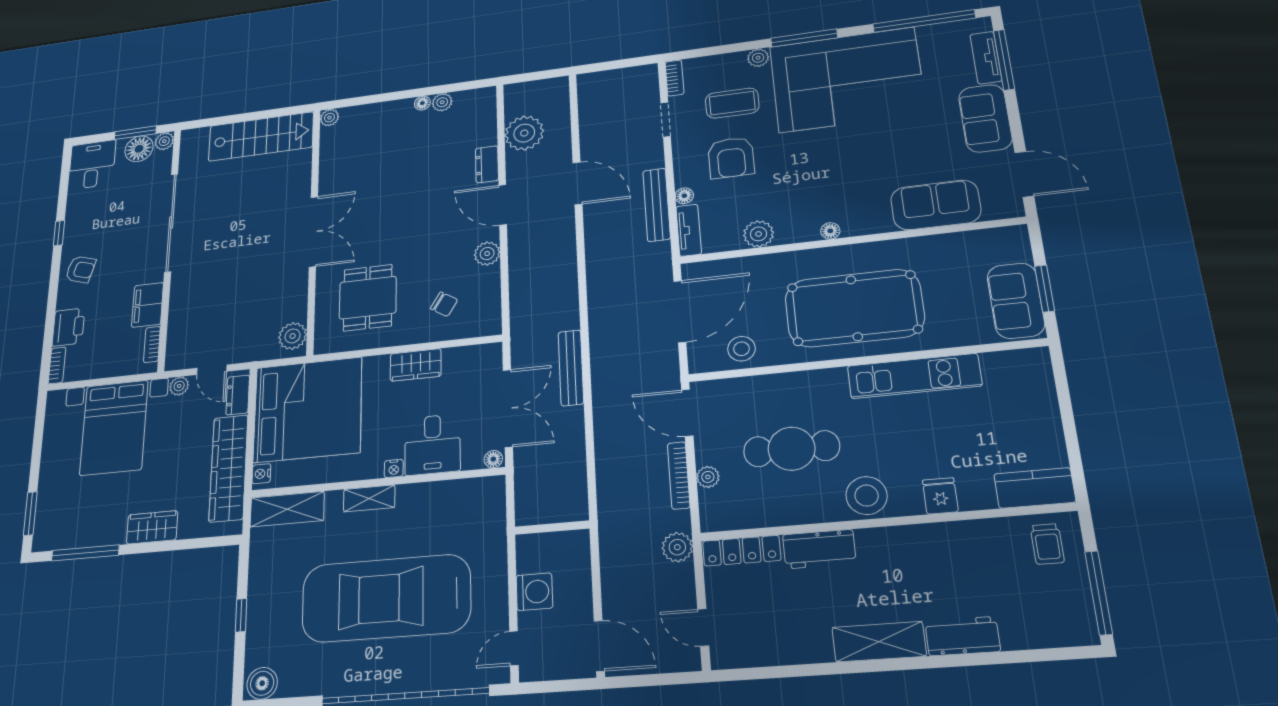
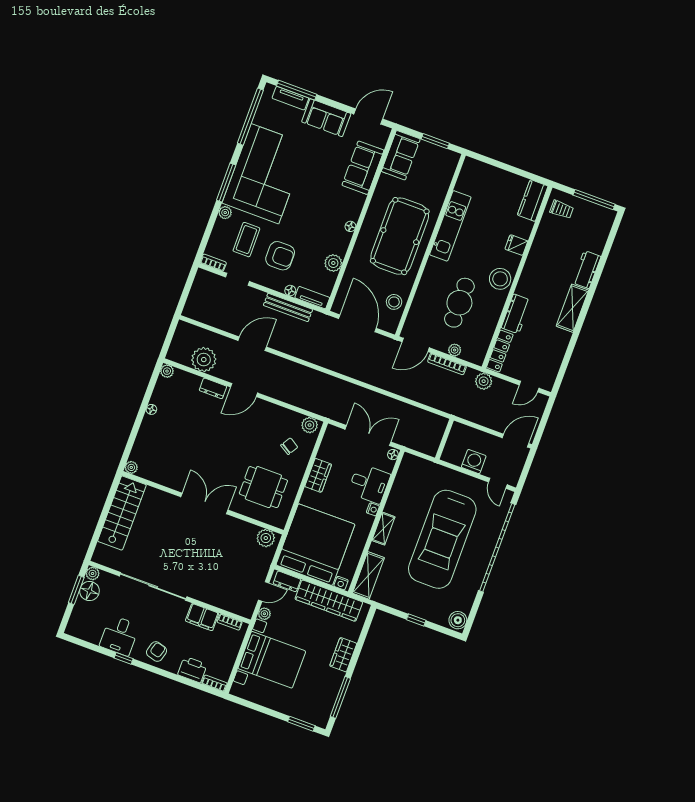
plant: (442, 102) -> (167, 371), moved
desk: (92, 165) -> (119, 636), moved, turned -90
plant: (487, 254) -> (310, 425), moved
sofa: (1016, 301) -> (401, 155), moved, turned -90
bench: (571, 368) -> (361, 393), removed

